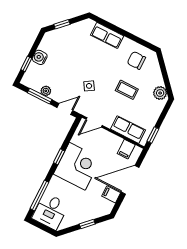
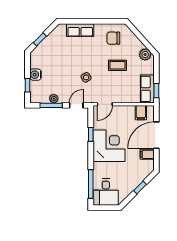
row of seats: (128, 130) -> (147, 89), moved, turned -90
window: (59, 157) -> (91, 134), moved

